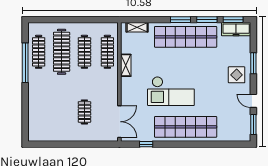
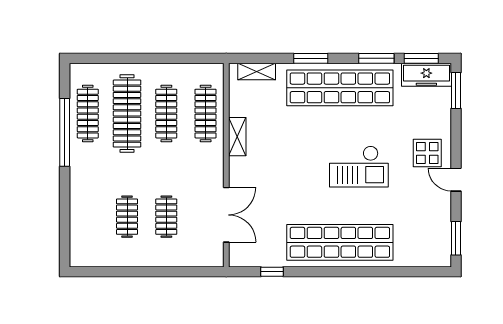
window: (180, 20) -> (311, 58), moved
window: (253, 63) -> (456, 91), moved
checkout: (171, 91) -> (359, 166), moved, width x0.73, depth x0.83
door: (253, 101) -> (456, 180), moved
clothes rail: (62, 112) -> (127, 217), added
double door: (119, 122) -> (226, 215), moved

